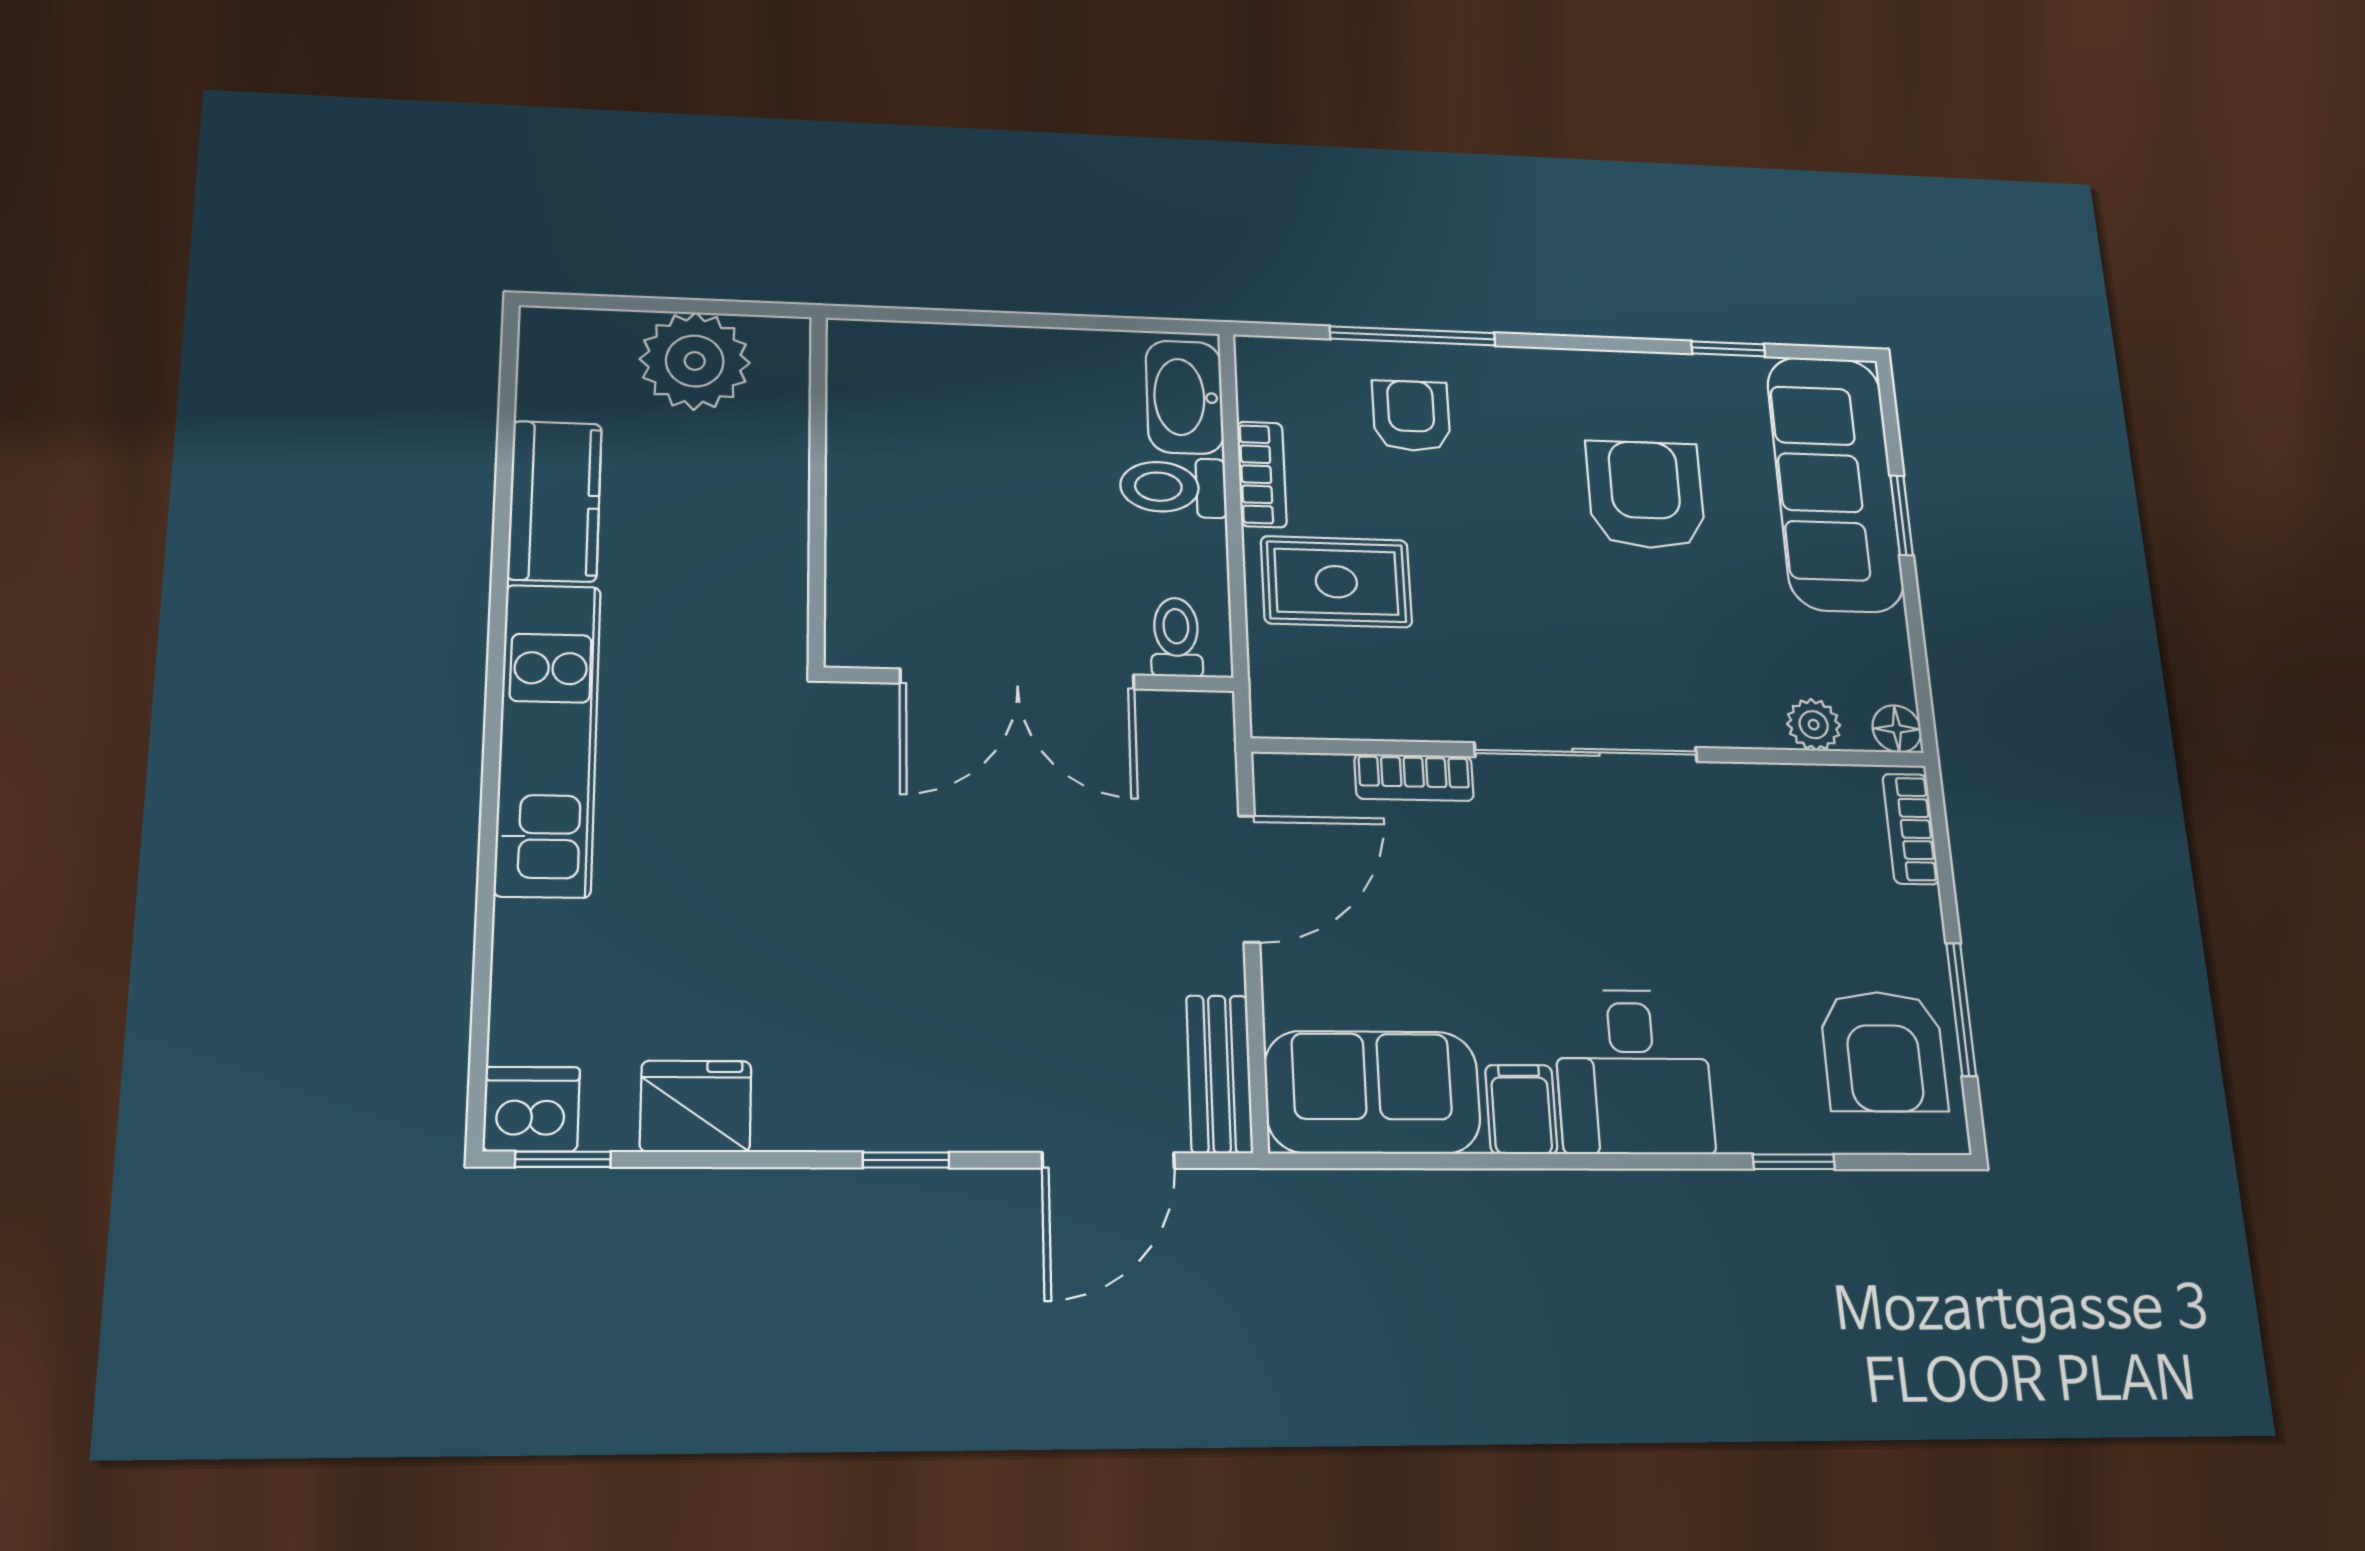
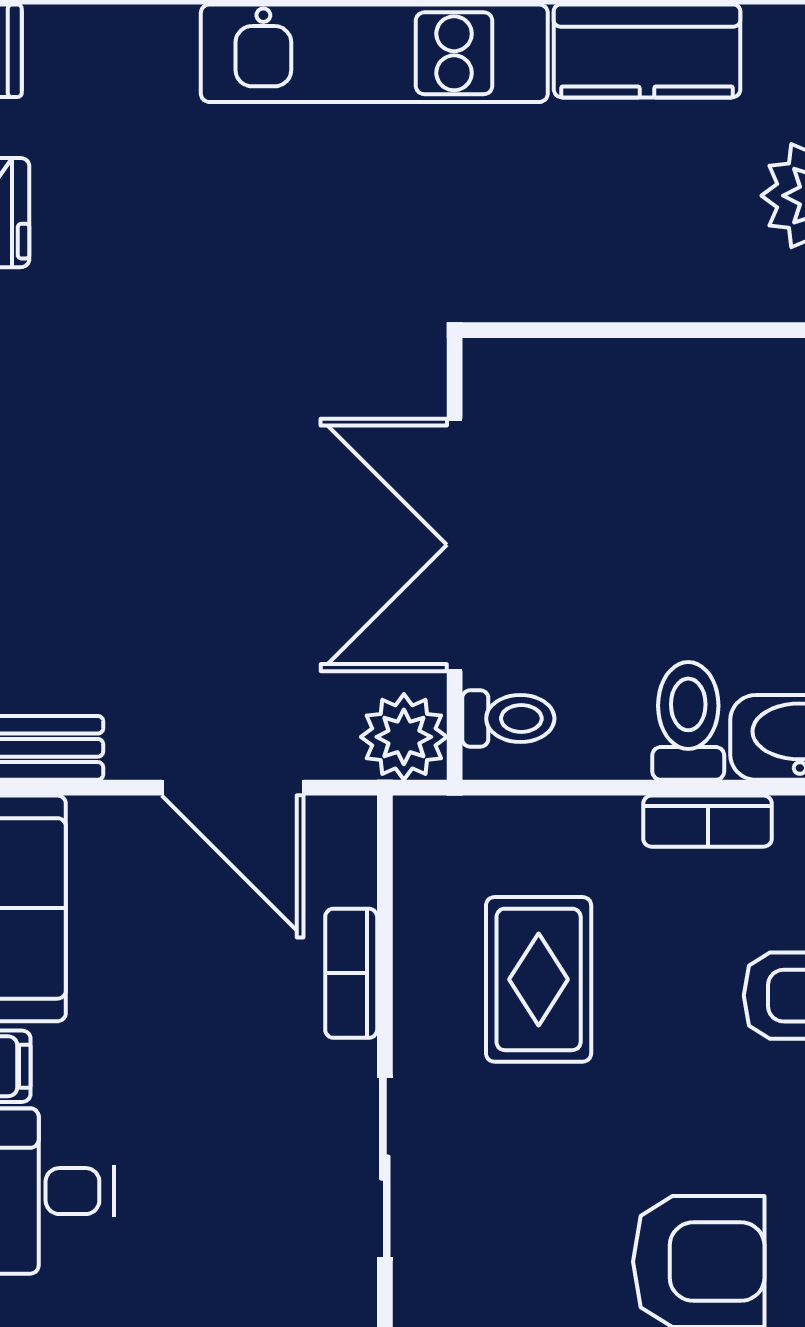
rug: (1336, 582) -> (539, 979), moved
plant: (1196, 727) -> (404, 737), added
sliding door: (1586, 752) -> (385, 1168), width x0.73

